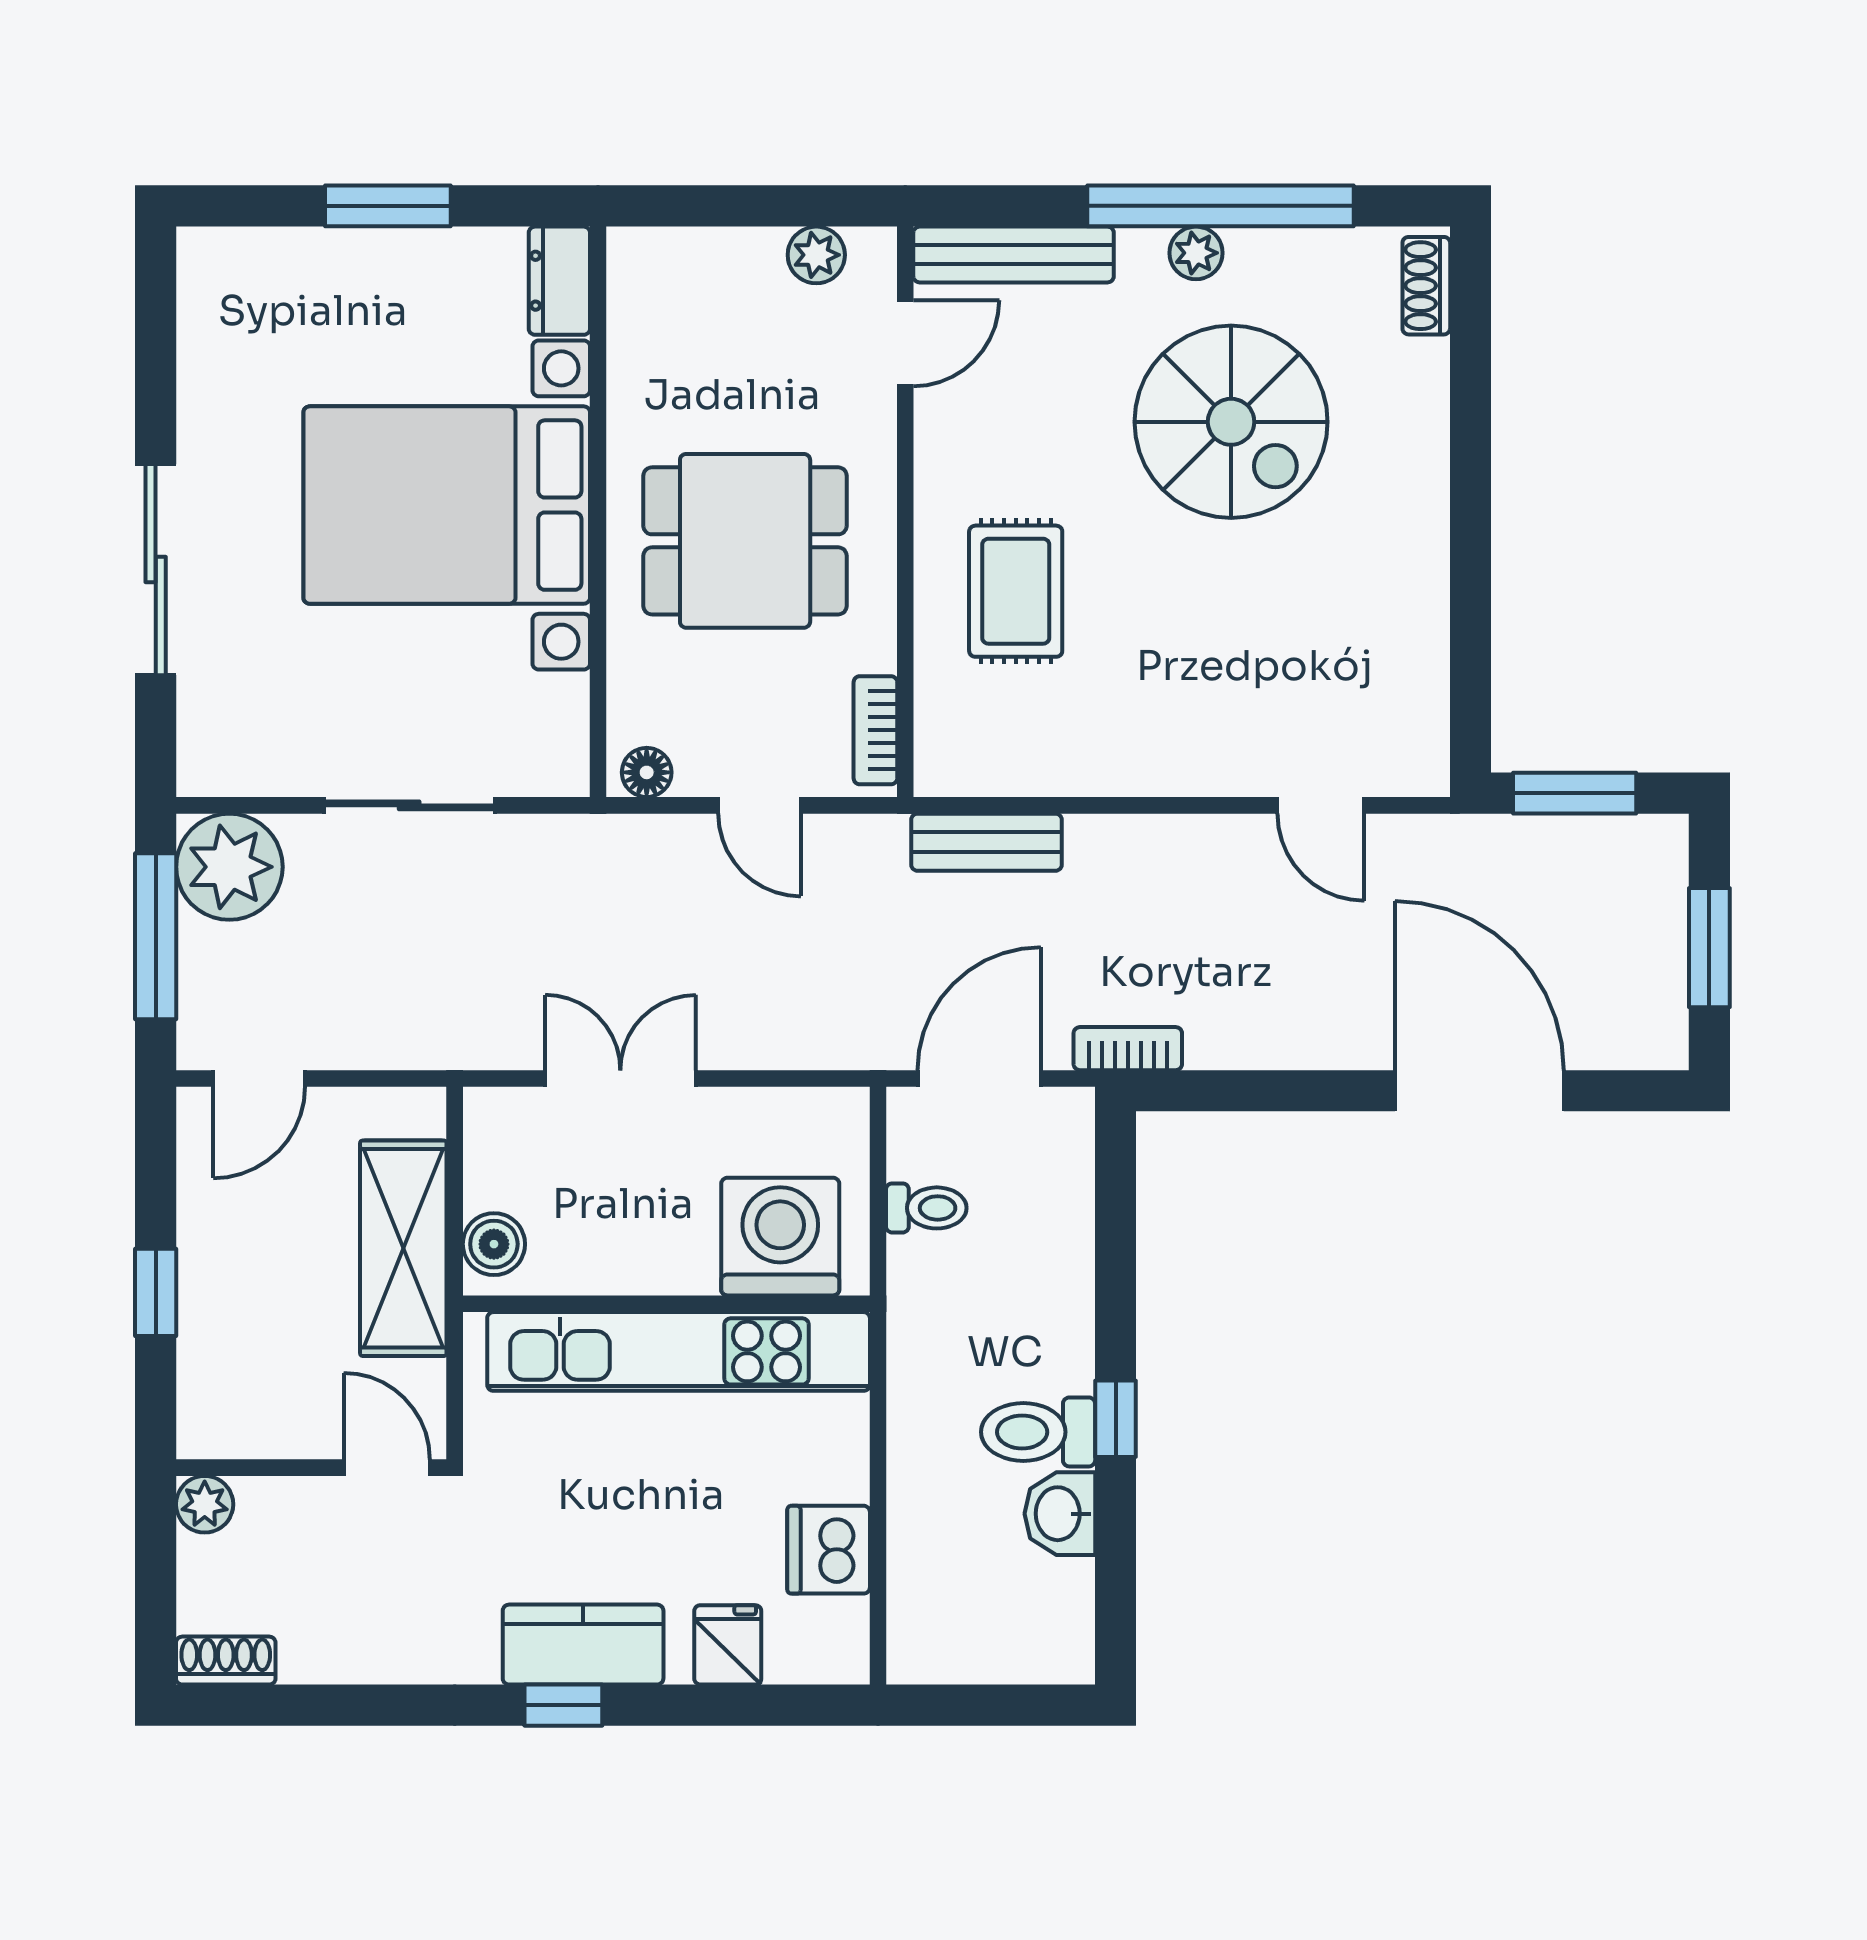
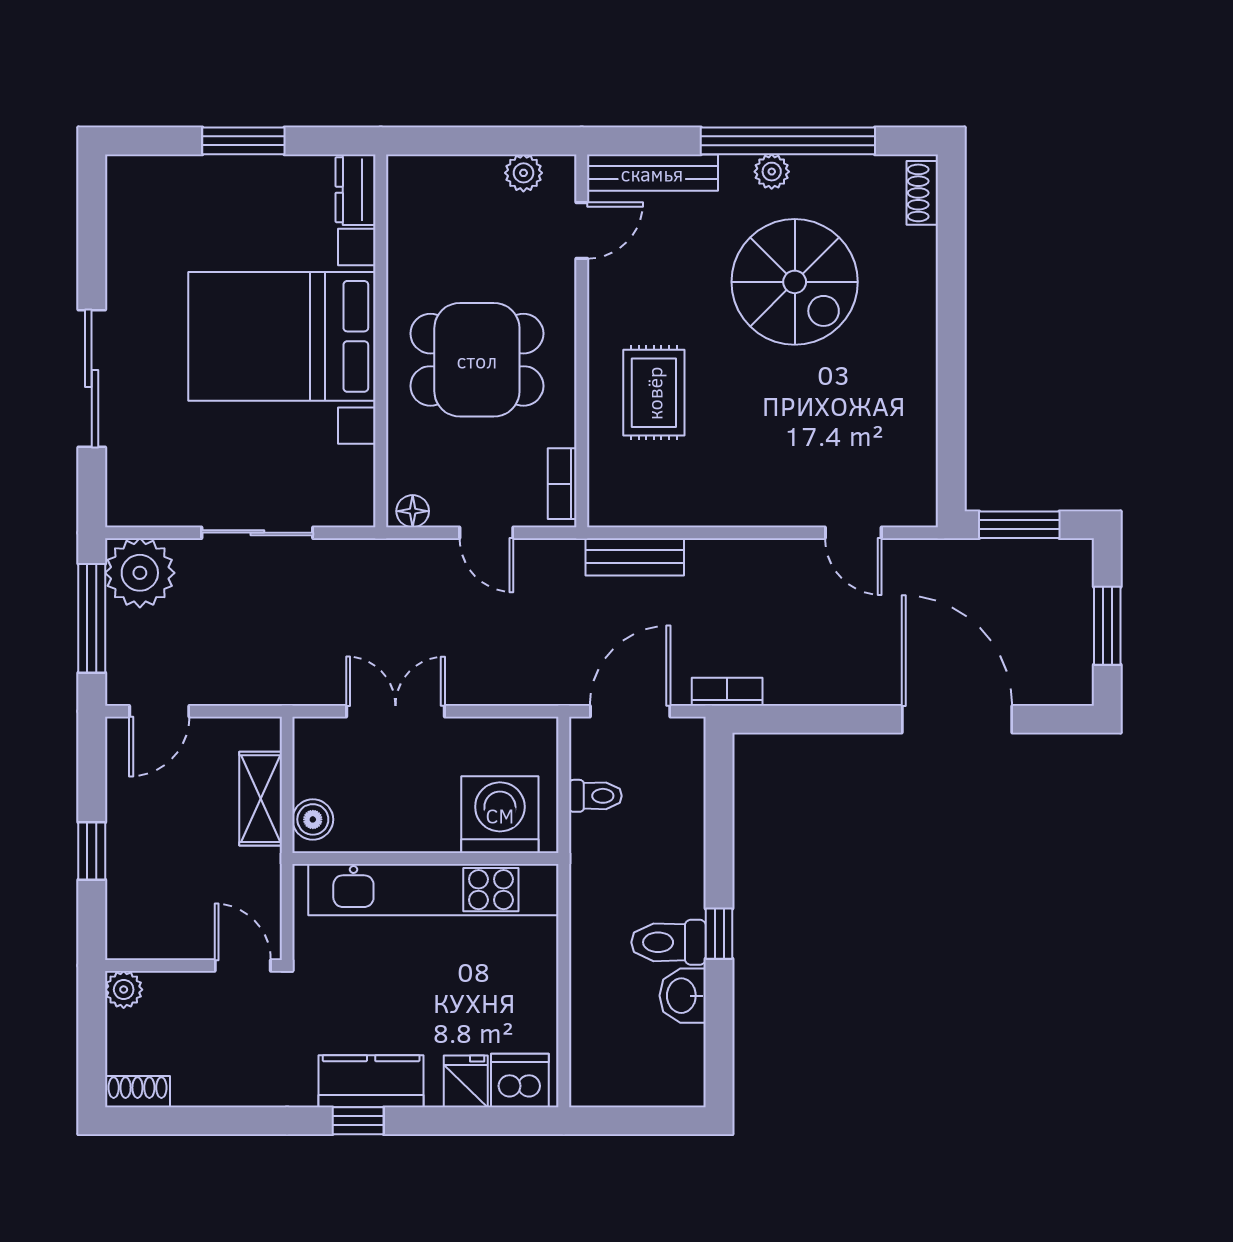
shelving: (403, 1248) -> (261, 799), width x0.67, depth x0.75
dishwasher: (829, 1550) -> (520, 1081), moved, turned 90

